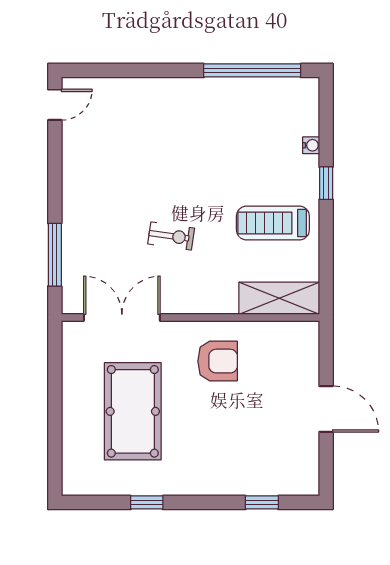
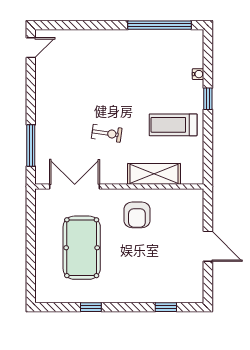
shelving: (279, 298) -> (154, 174), moved
armchair: (218, 361) -> (137, 215), turned 90

